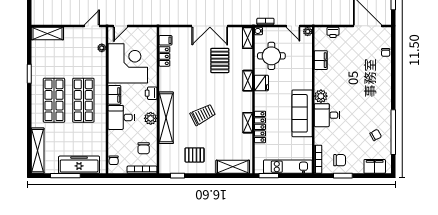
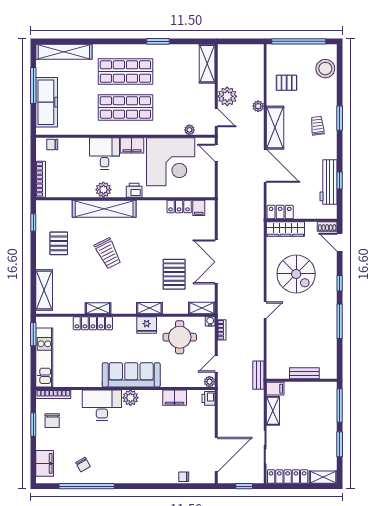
plant: (74, 17) -> (227, 96), added
printer: (333, 32) -> (209, 398), moved
pallet: (220, 60) -> (174, 274), turned 90
sofa: (302, 113) -> (131, 375), moved
desk: (327, 115) -> (102, 405), width x1.37
chair: (144, 148) -> (67, 181), removed

